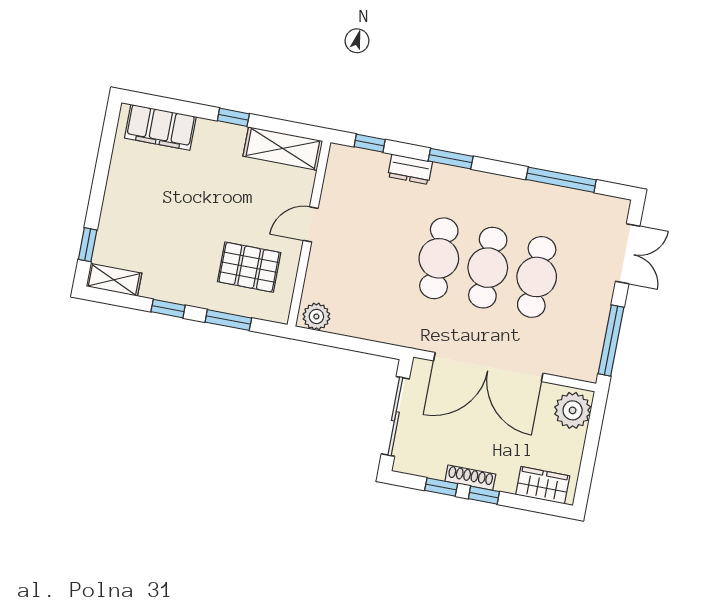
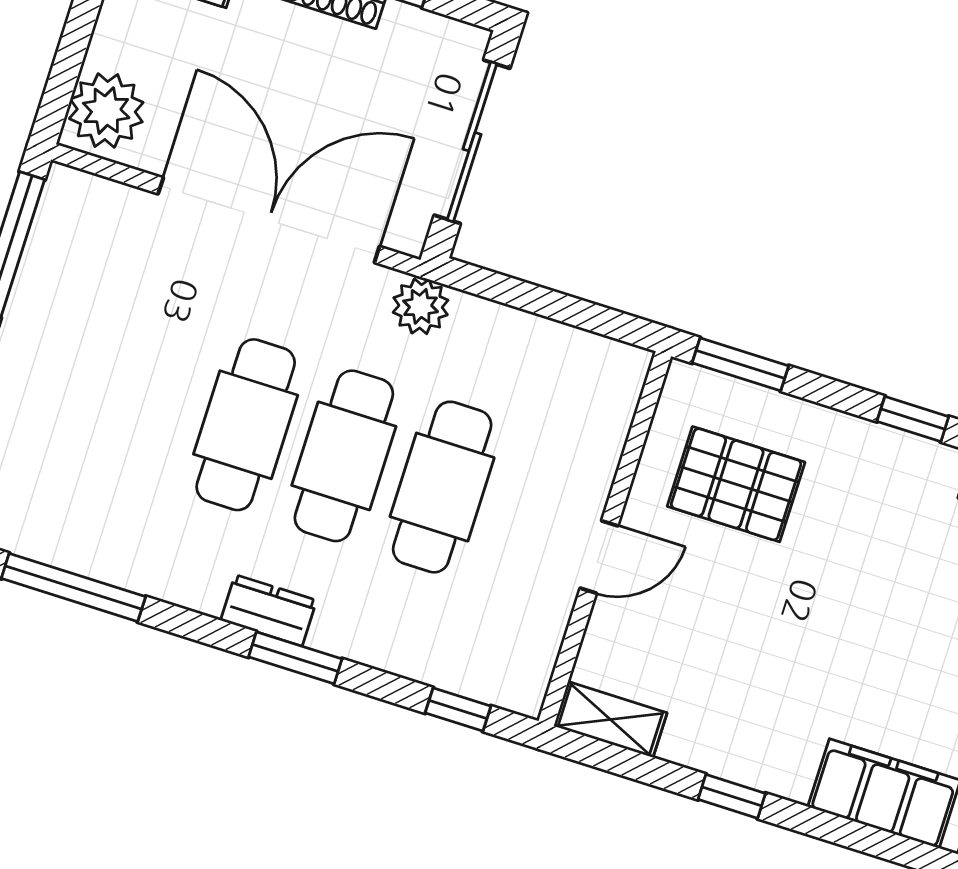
shelving: (283, 148) -> (610, 719), width x0.67, depth x0.75
dresser: (410, 169) -> (269, 610), moved
cafe table: (537, 277) -> (442, 487), moved
plant: (316, 316) -> (421, 306), moved
window: (228, 320) -> (740, 364), moved

